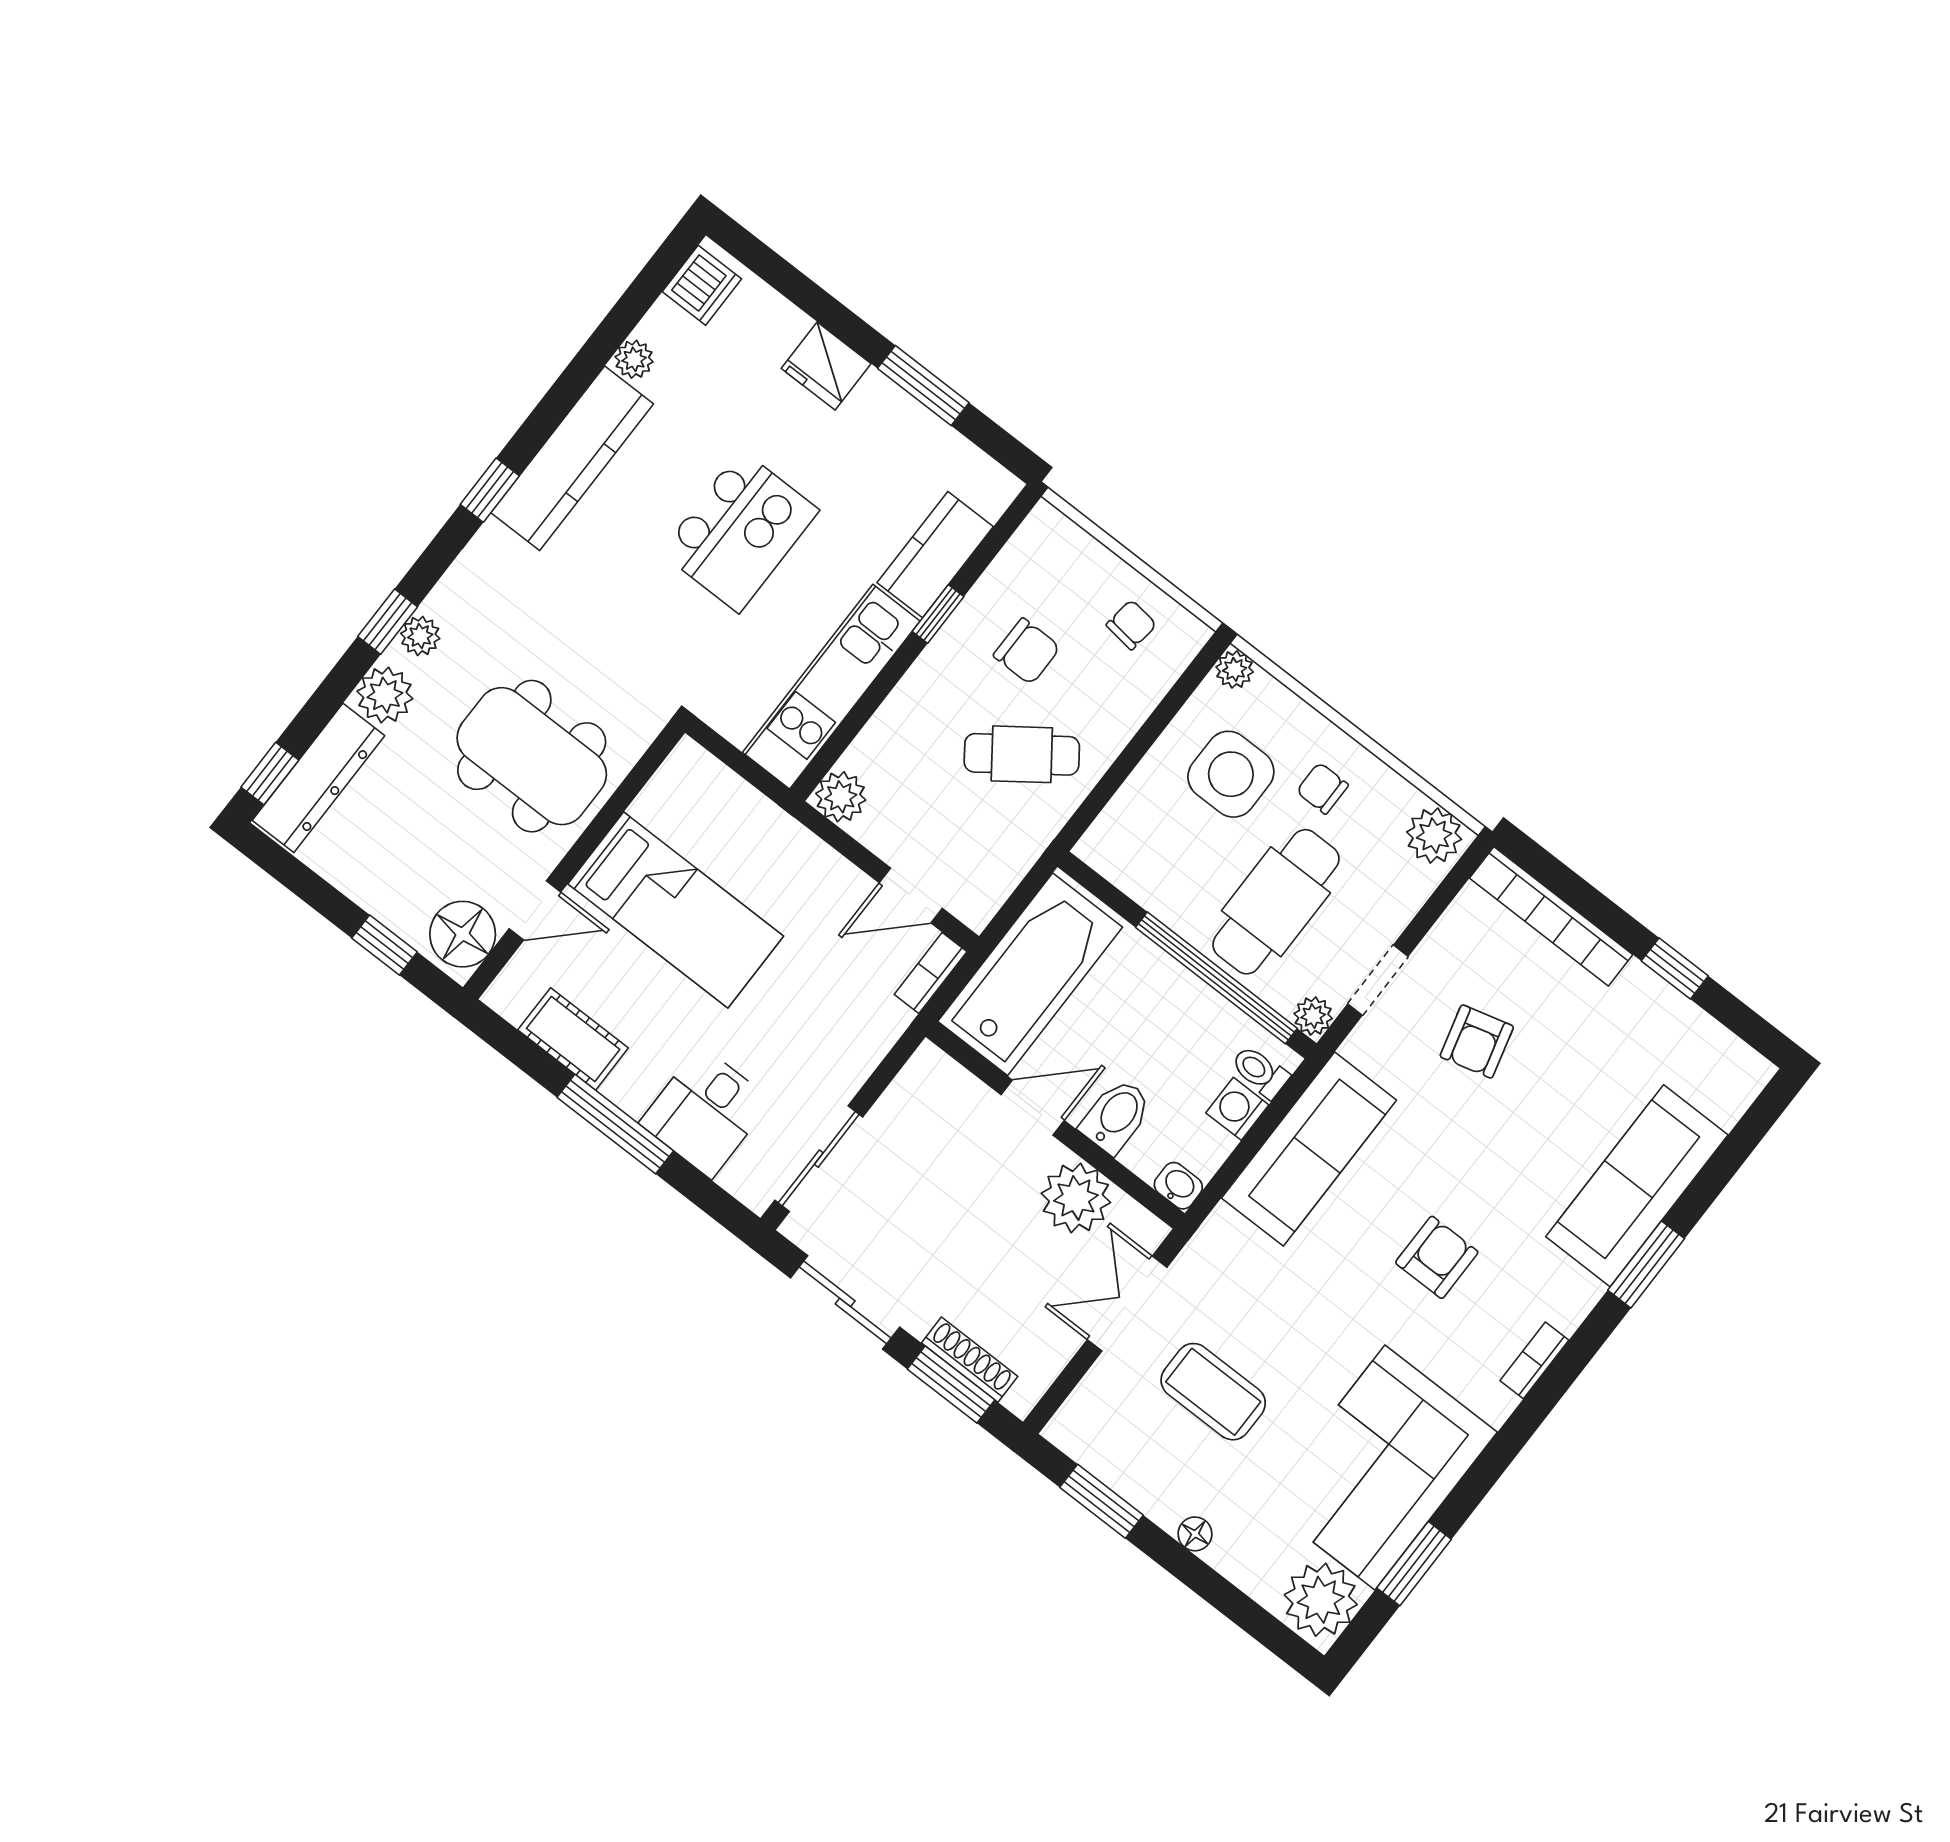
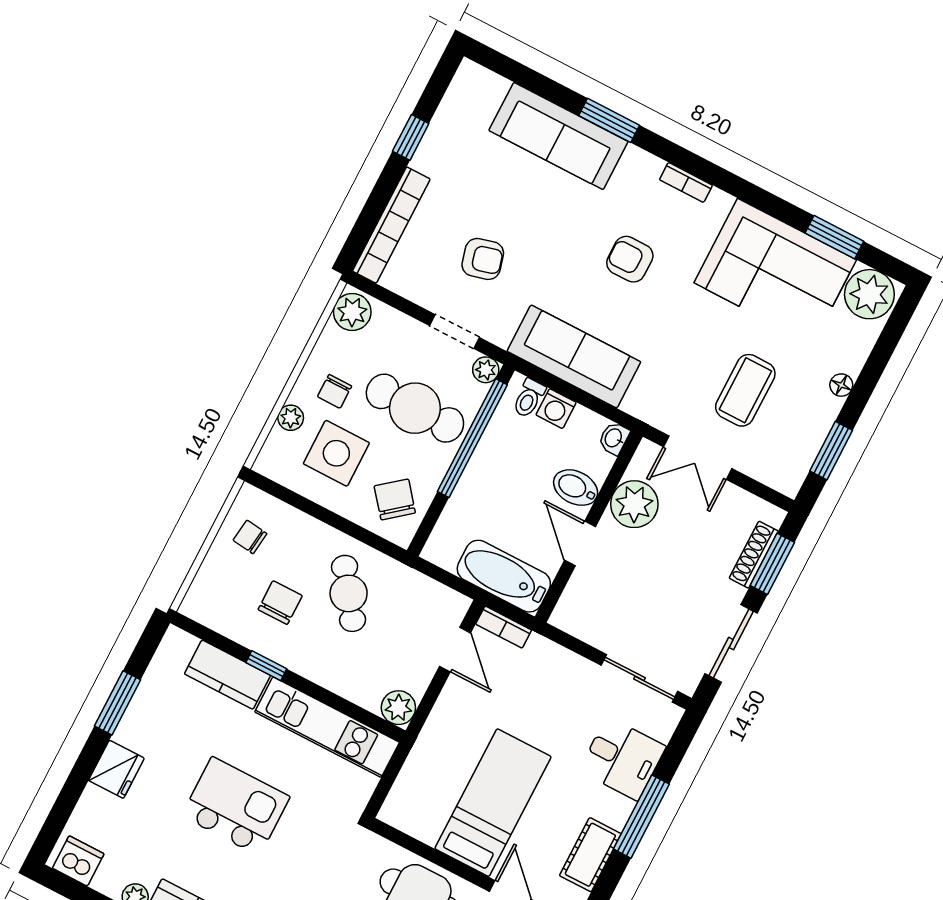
plant: (1235, 669) -> (291, 418), moved
chair: (1147, 848) -> (395, 499), added
bathtub: (1030, 974) -> (504, 576), width x0.73, depth x0.73

